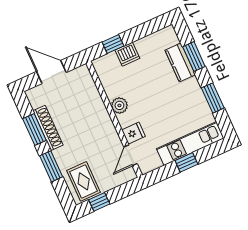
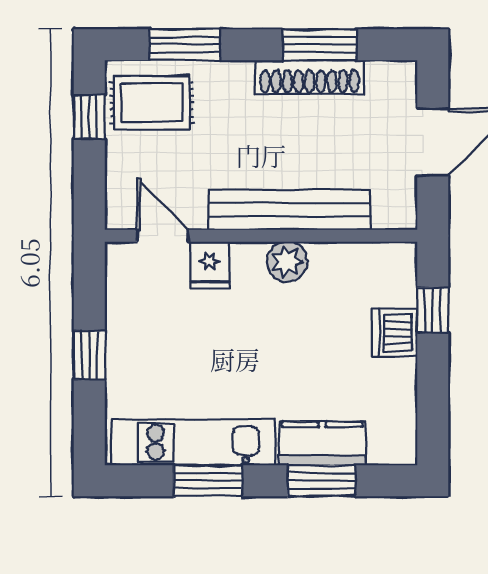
bench: (100, 113) -> (289, 210), added
kitchen unit: (190, 144) -> (193, 442), moved, turned -90
window: (51, 166) -> (185, 45), moved

